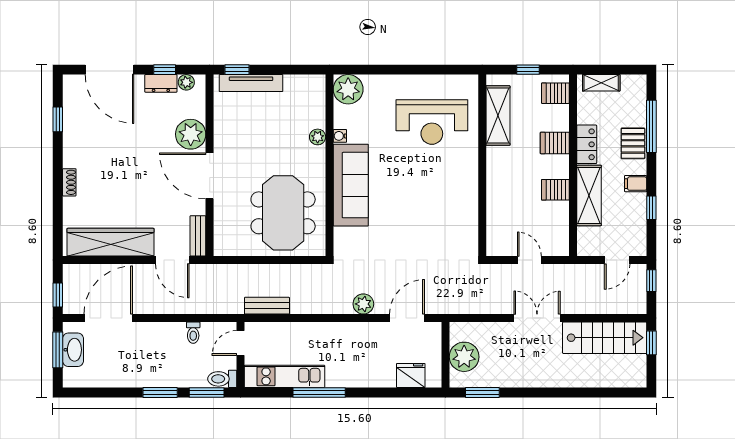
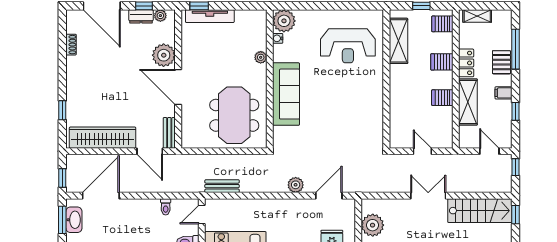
window: (58, 119) -> (62, 110), moved
water cooler: (340, 136) -> (278, 38), moved
shoe rack: (69, 182) -> (71, 45), moved
door: (617, 260) -> (489, 151), swing flipped

